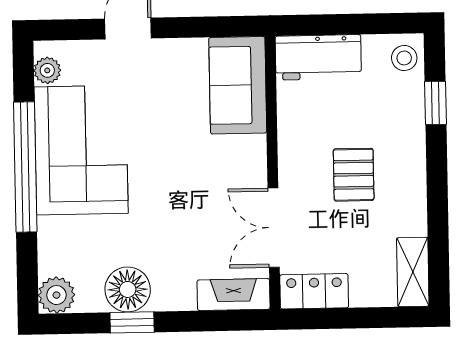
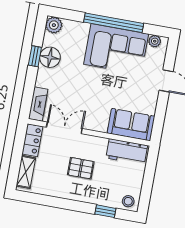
workbench: (318, 57) -> (127, 152), moved, turned -90
shelving: (413, 272) -> (26, 172), moved, turned 90

